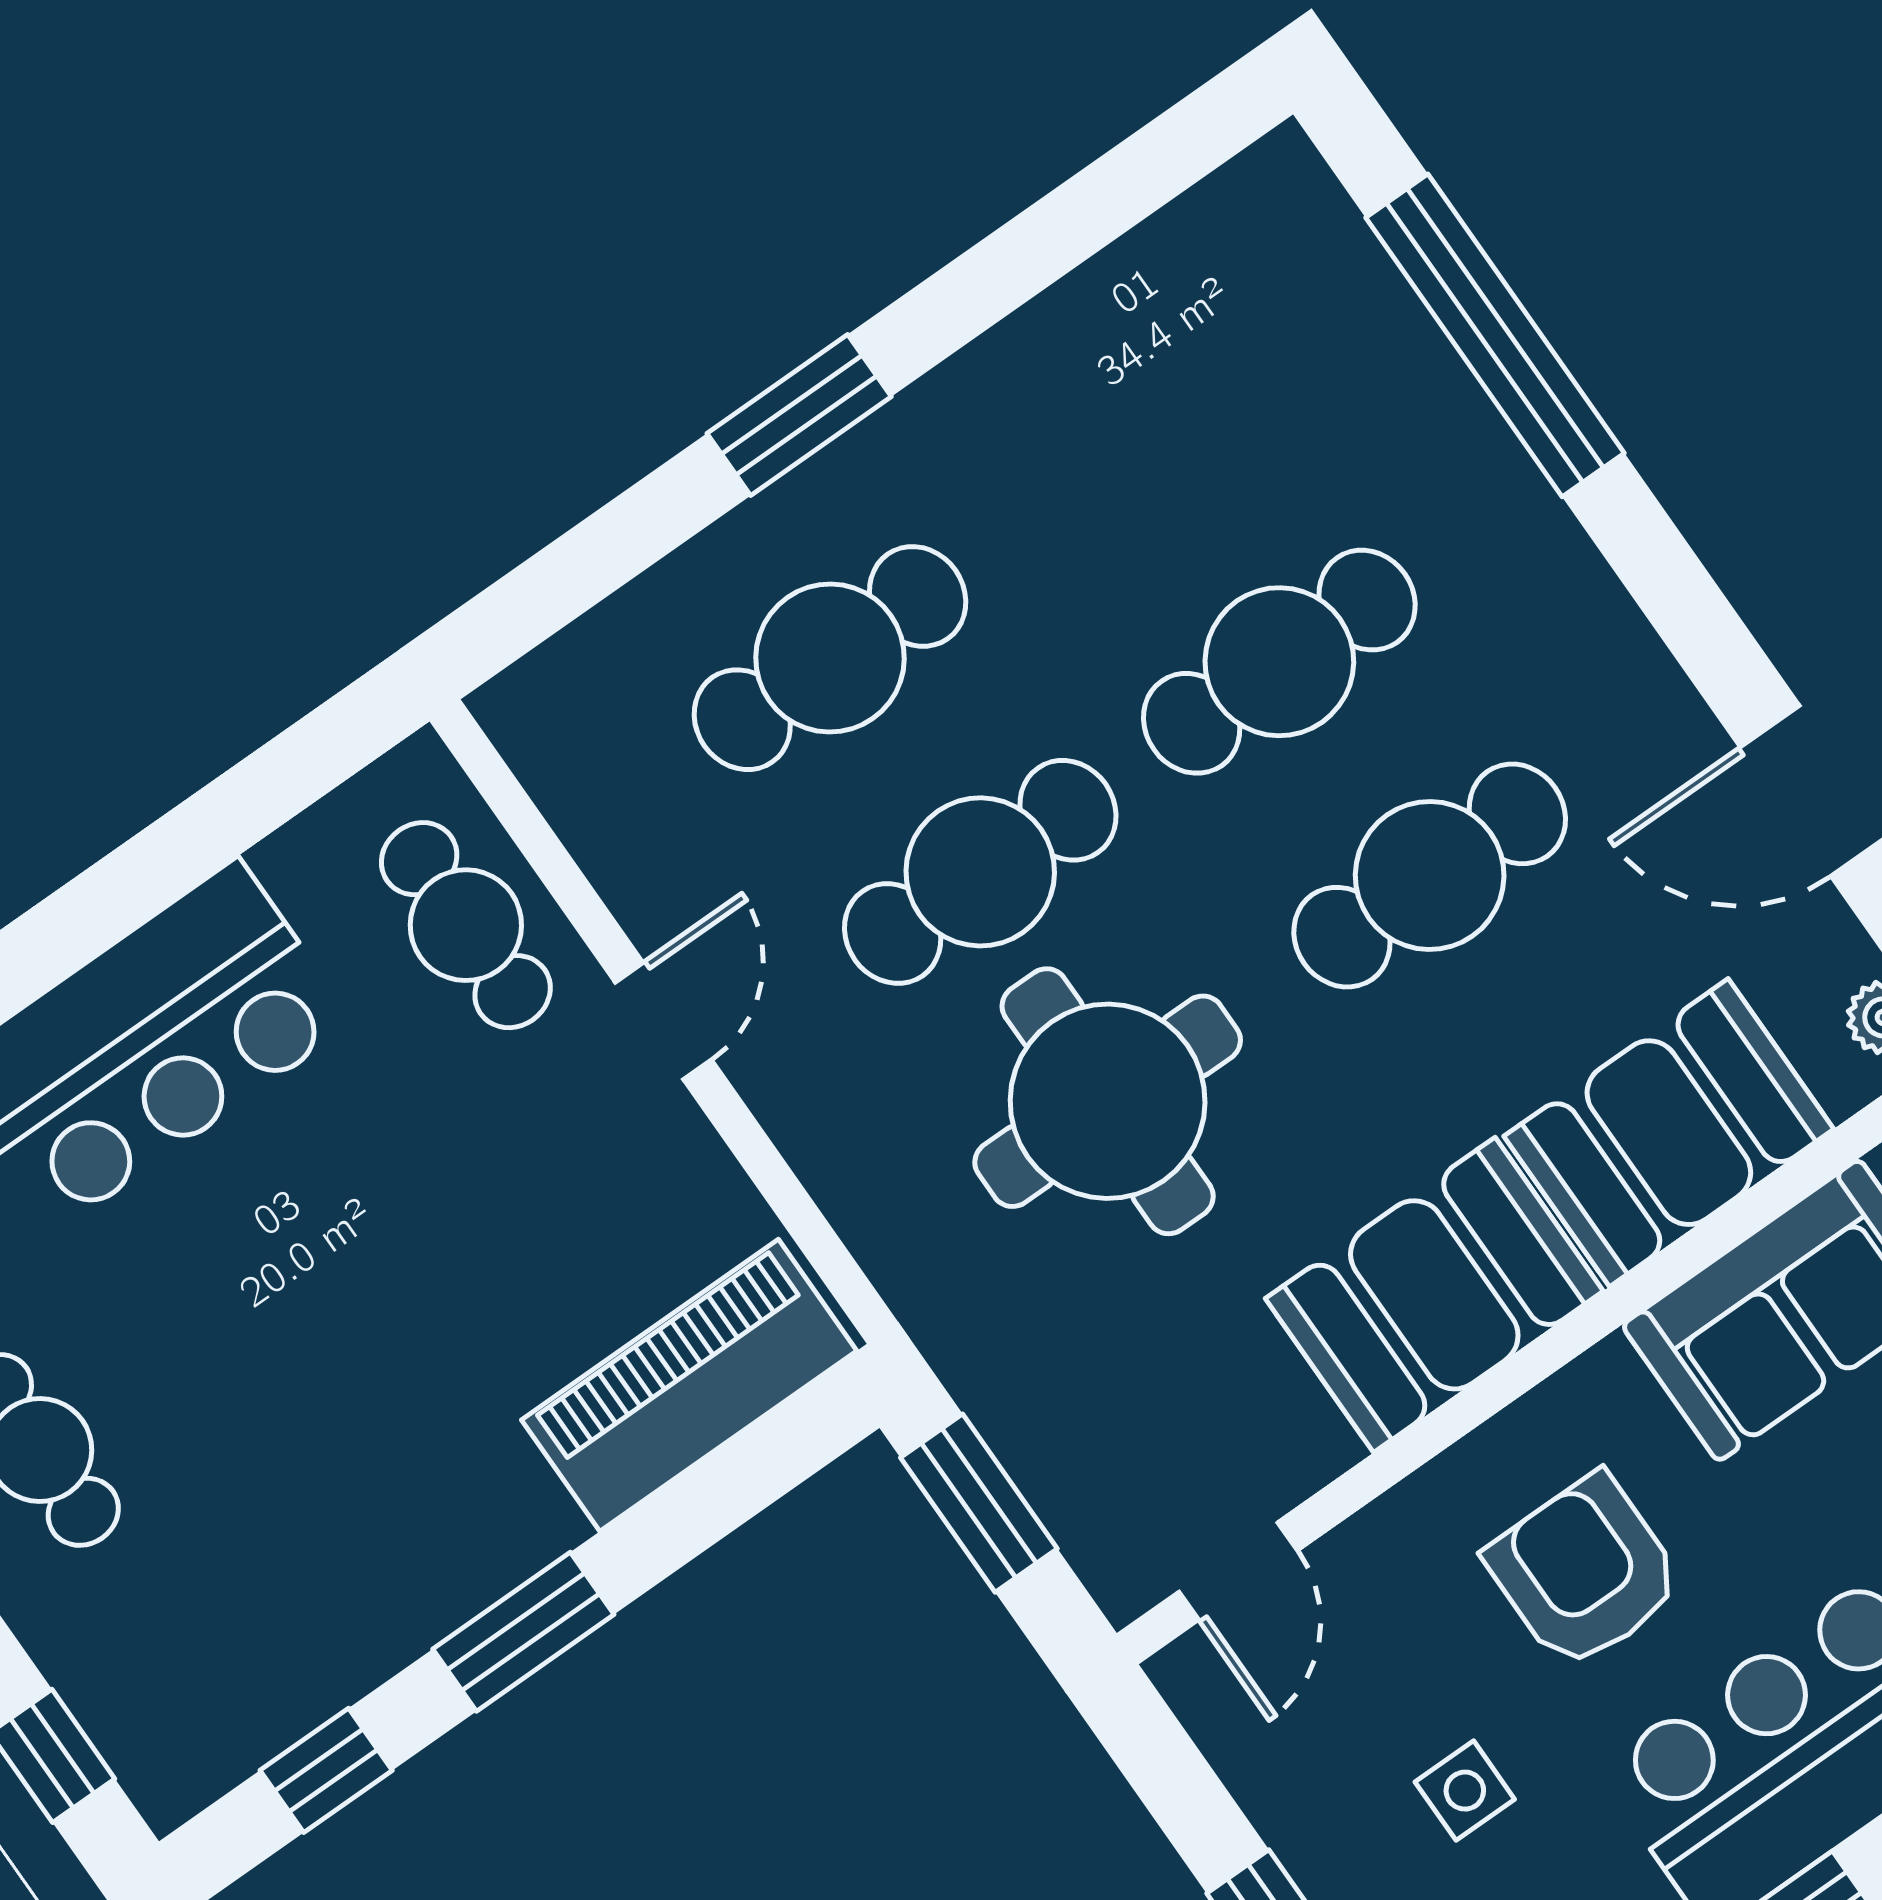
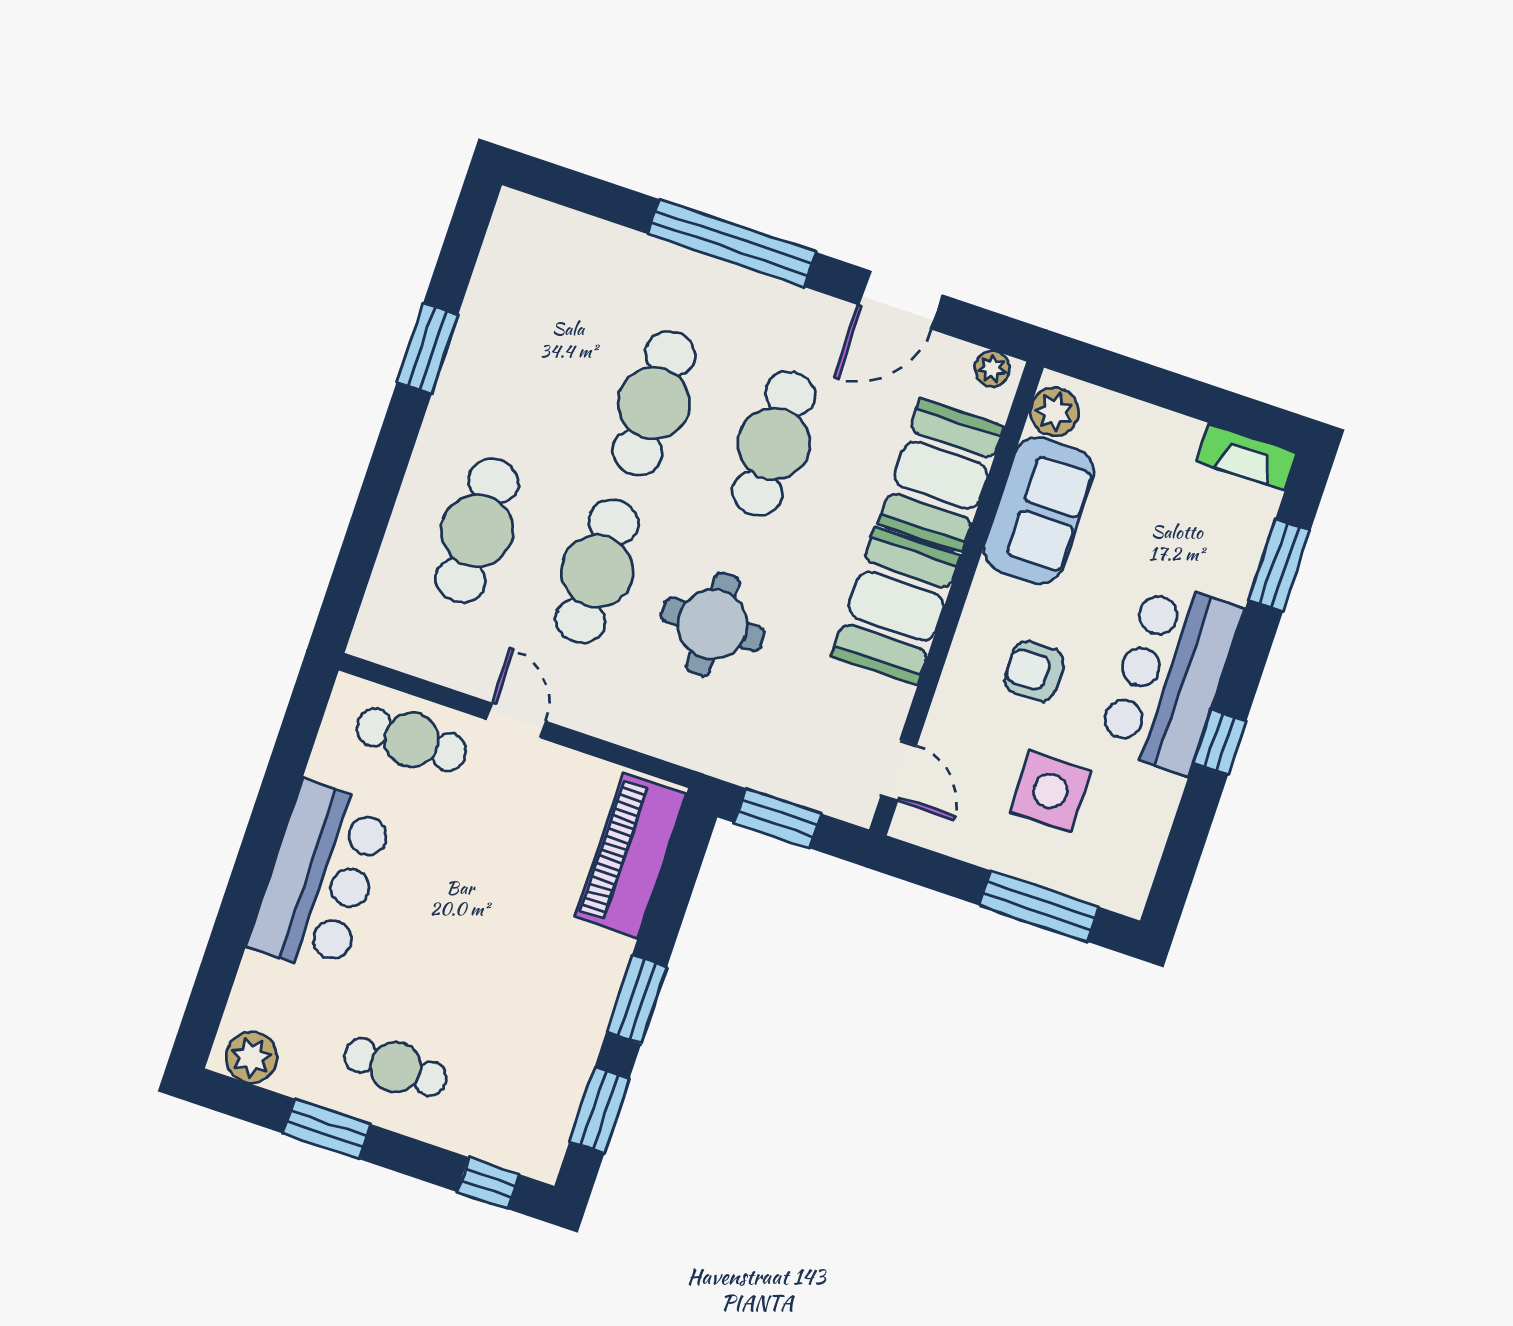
window: (1495, 335) -> (732, 243), moved
window: (799, 415) -> (427, 349), moved
round table: (1108, 1101) -> (713, 624), width x0.73, depth x0.73
armchair: (1584, 1572) -> (1034, 671), width x0.72, depth x0.72
window: (326, 1770) -> (599, 1110), width x1.50
side table: (1465, 1791) -> (1050, 791), width x1.87, depth x1.87

